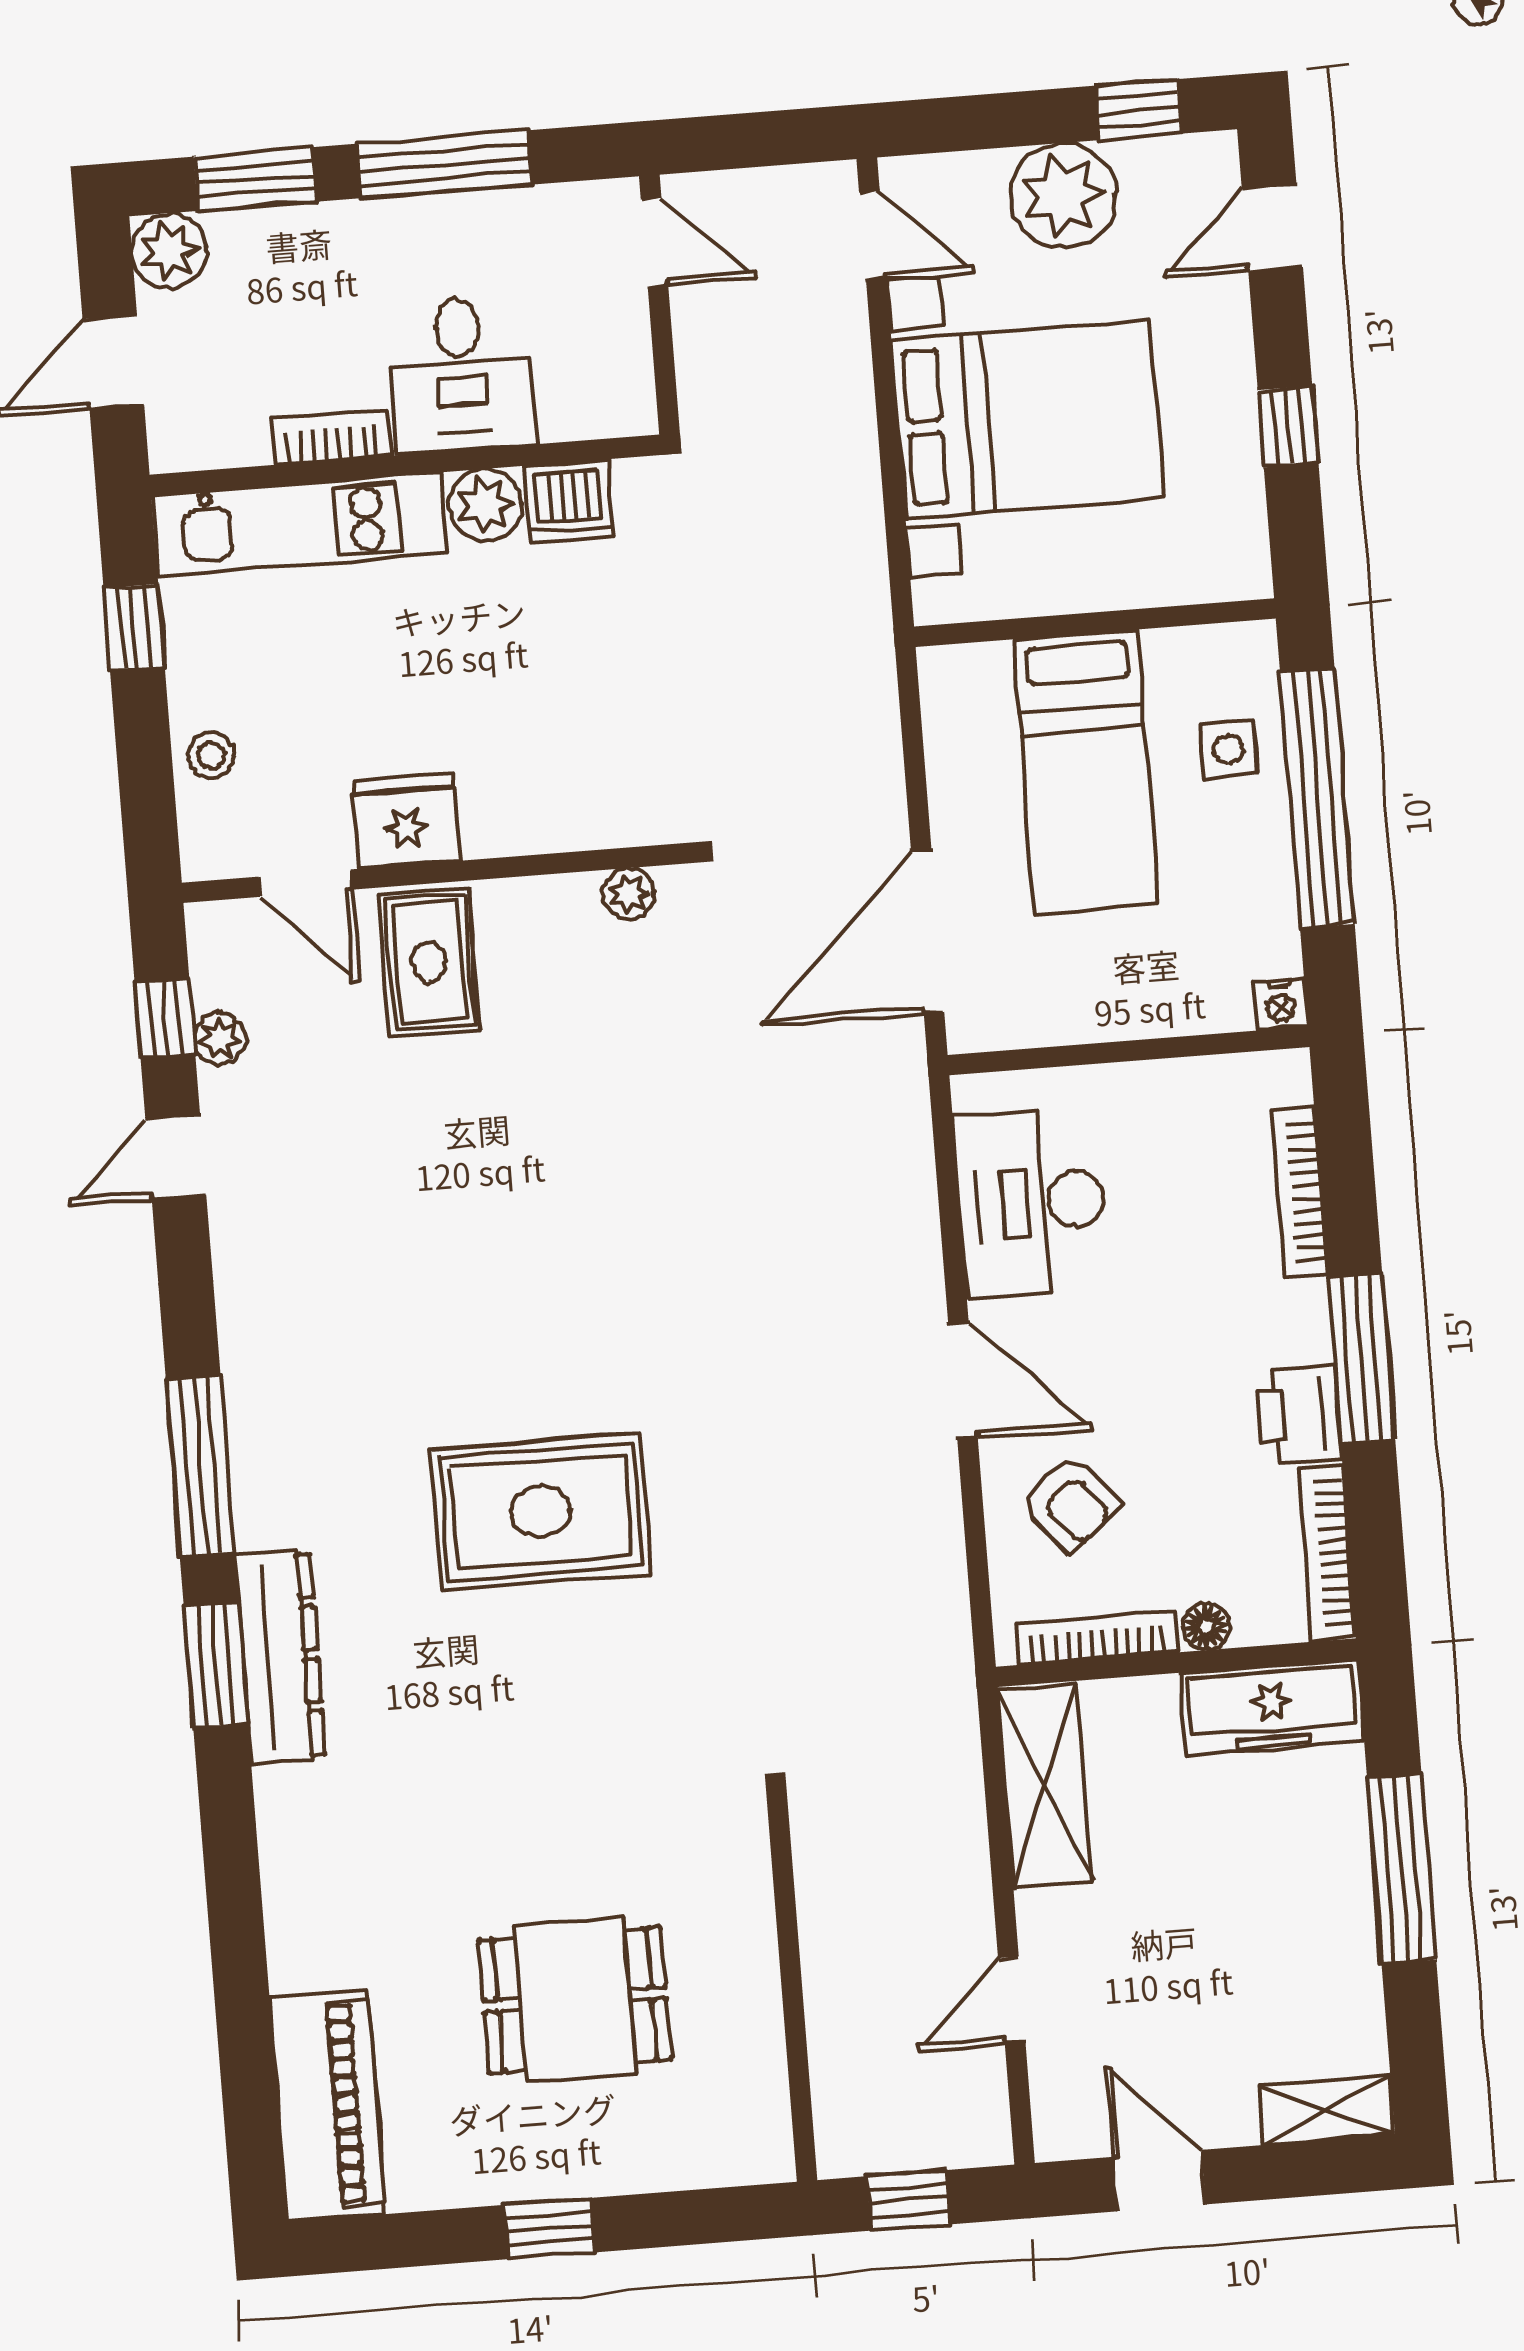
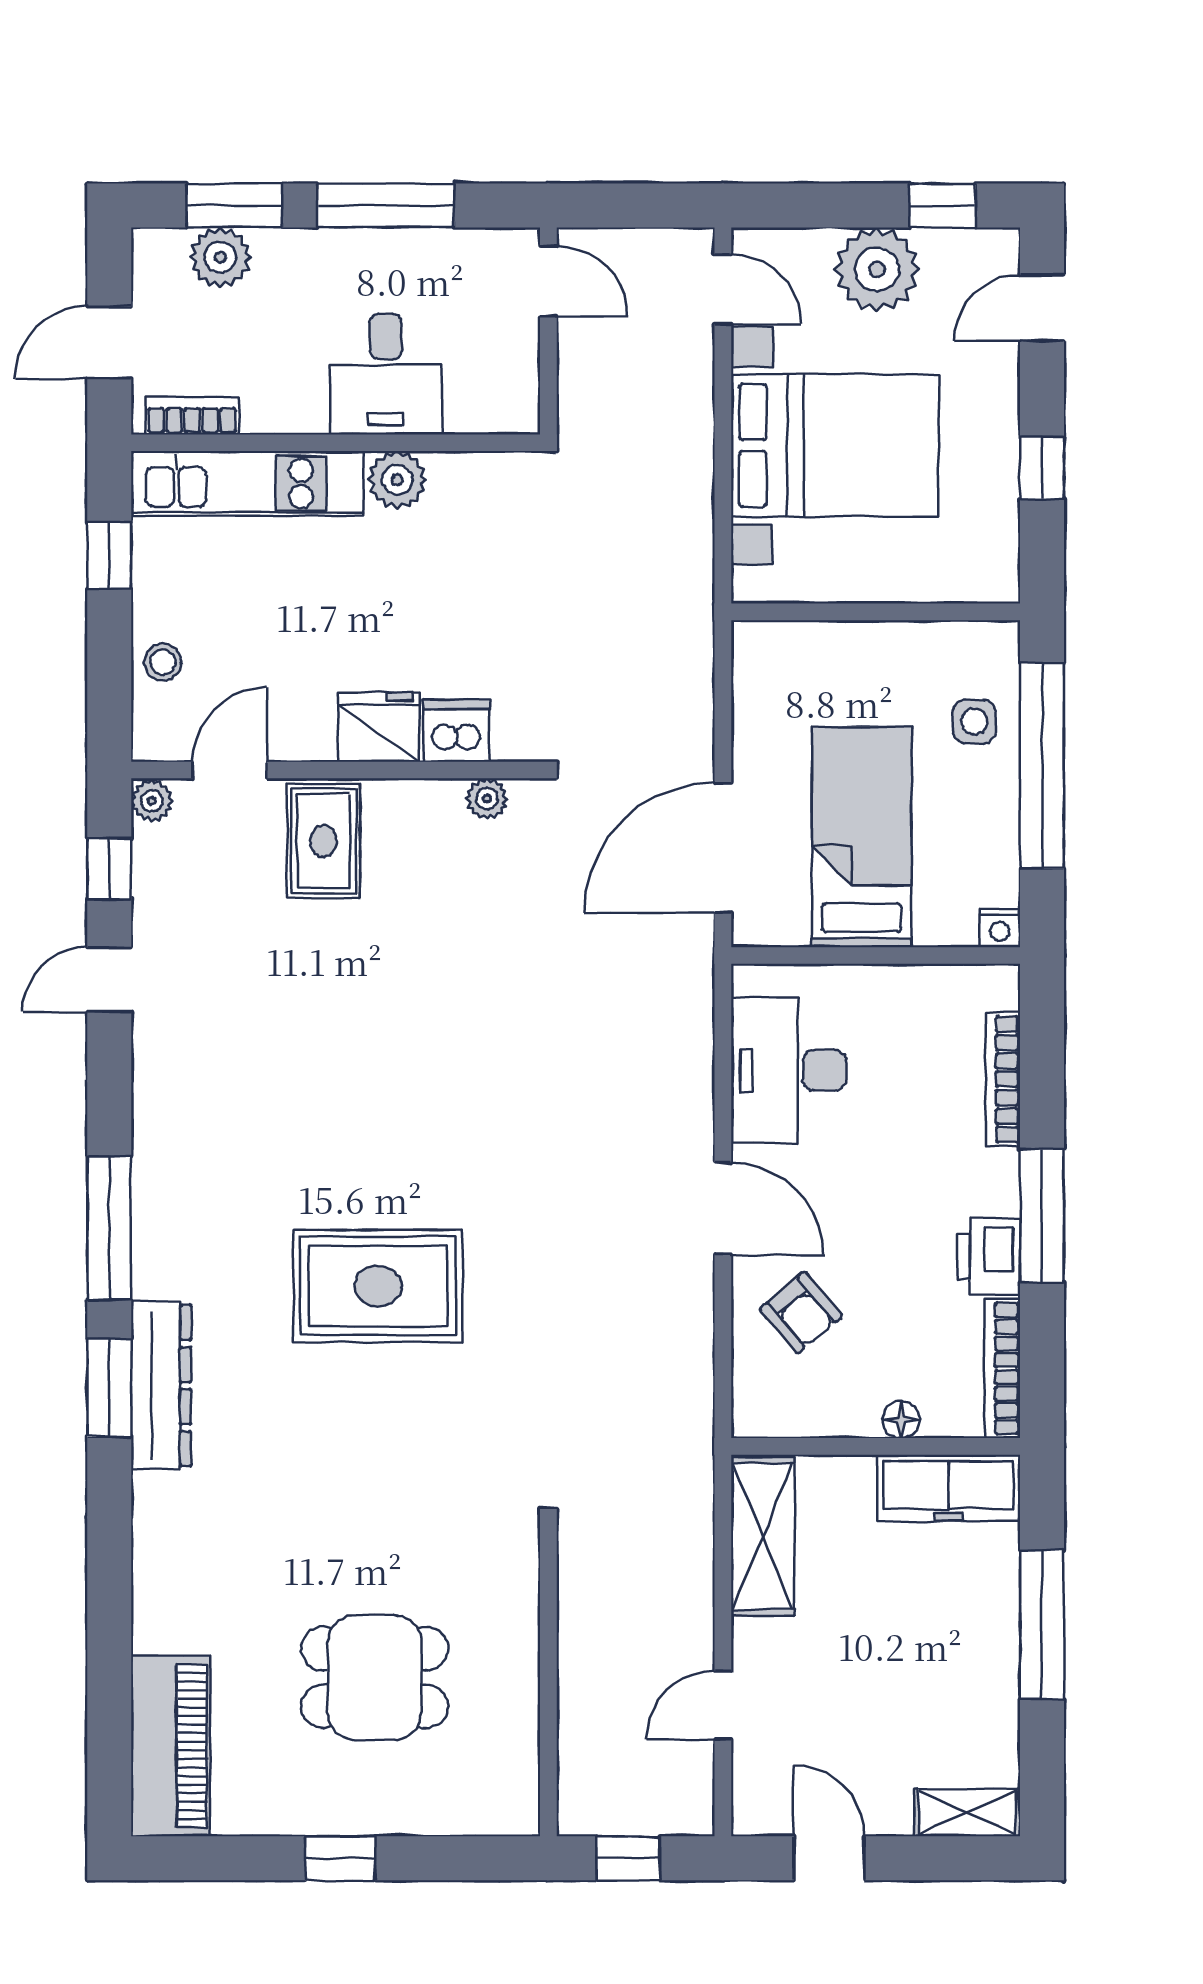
plant: (169, 251) -> (220, 257), moved
bookcase: (332, 437) -> (192, 416), moved
dishwasher: (568, 501) -> (457, 731), moved, turned 180
bed: (1086, 772) -> (862, 837), moved, turned 180
fridge: (406, 821) -> (379, 727), moved
door: (305, 883) -> (230, 770), swing flipped
plant: (220, 1039) -> (152, 801), moved
bookcase: (1097, 1638) -> (814, 1422), removed

